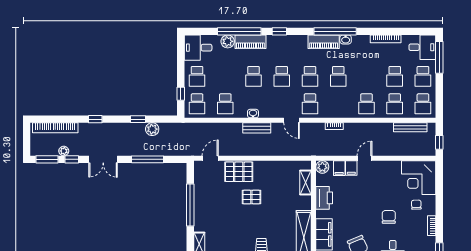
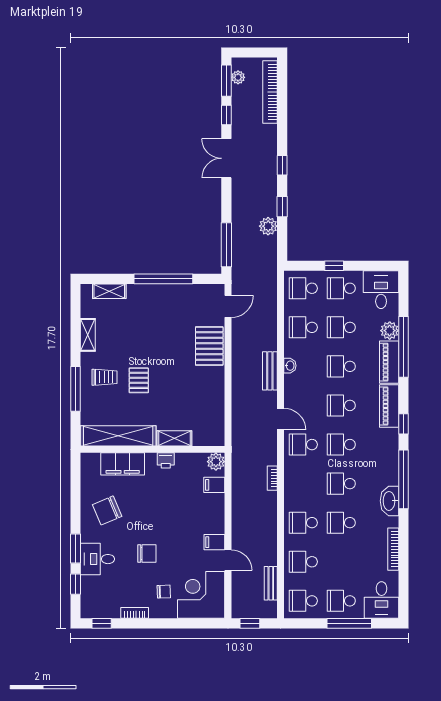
window: (279, 31) -> (404, 424), moved
washbasin: (346, 39) -> (390, 501), width x1.91, depth x1.45
piano: (324, 42) -> (389, 406), moved
window: (439, 57) -> (349, 623), moved
school desk: (225, 76) -> (341, 327), added
school desk: (395, 76) -> (341, 523), moved
window: (181, 94) -> (334, 266), moved
window: (95, 119) -> (282, 165), moved
door: (292, 120) -> (281, 419), swing flipped
bench: (410, 127) -> (271, 583), width x0.73
plant: (64, 151) -> (238, 77), moved
door: (210, 158) -> (228, 306), hinge flipped
door: (365, 158) -> (228, 560), moved
window: (148, 159) -> (226, 245), moved
filing cabinet: (351, 168) -> (214, 542), moved
shelving: (306, 182) -> (174, 438), moved
pallet: (251, 197) -> (139, 380), moved
printer: (324, 198) -> (166, 460), width x0.53, depth x0.68

